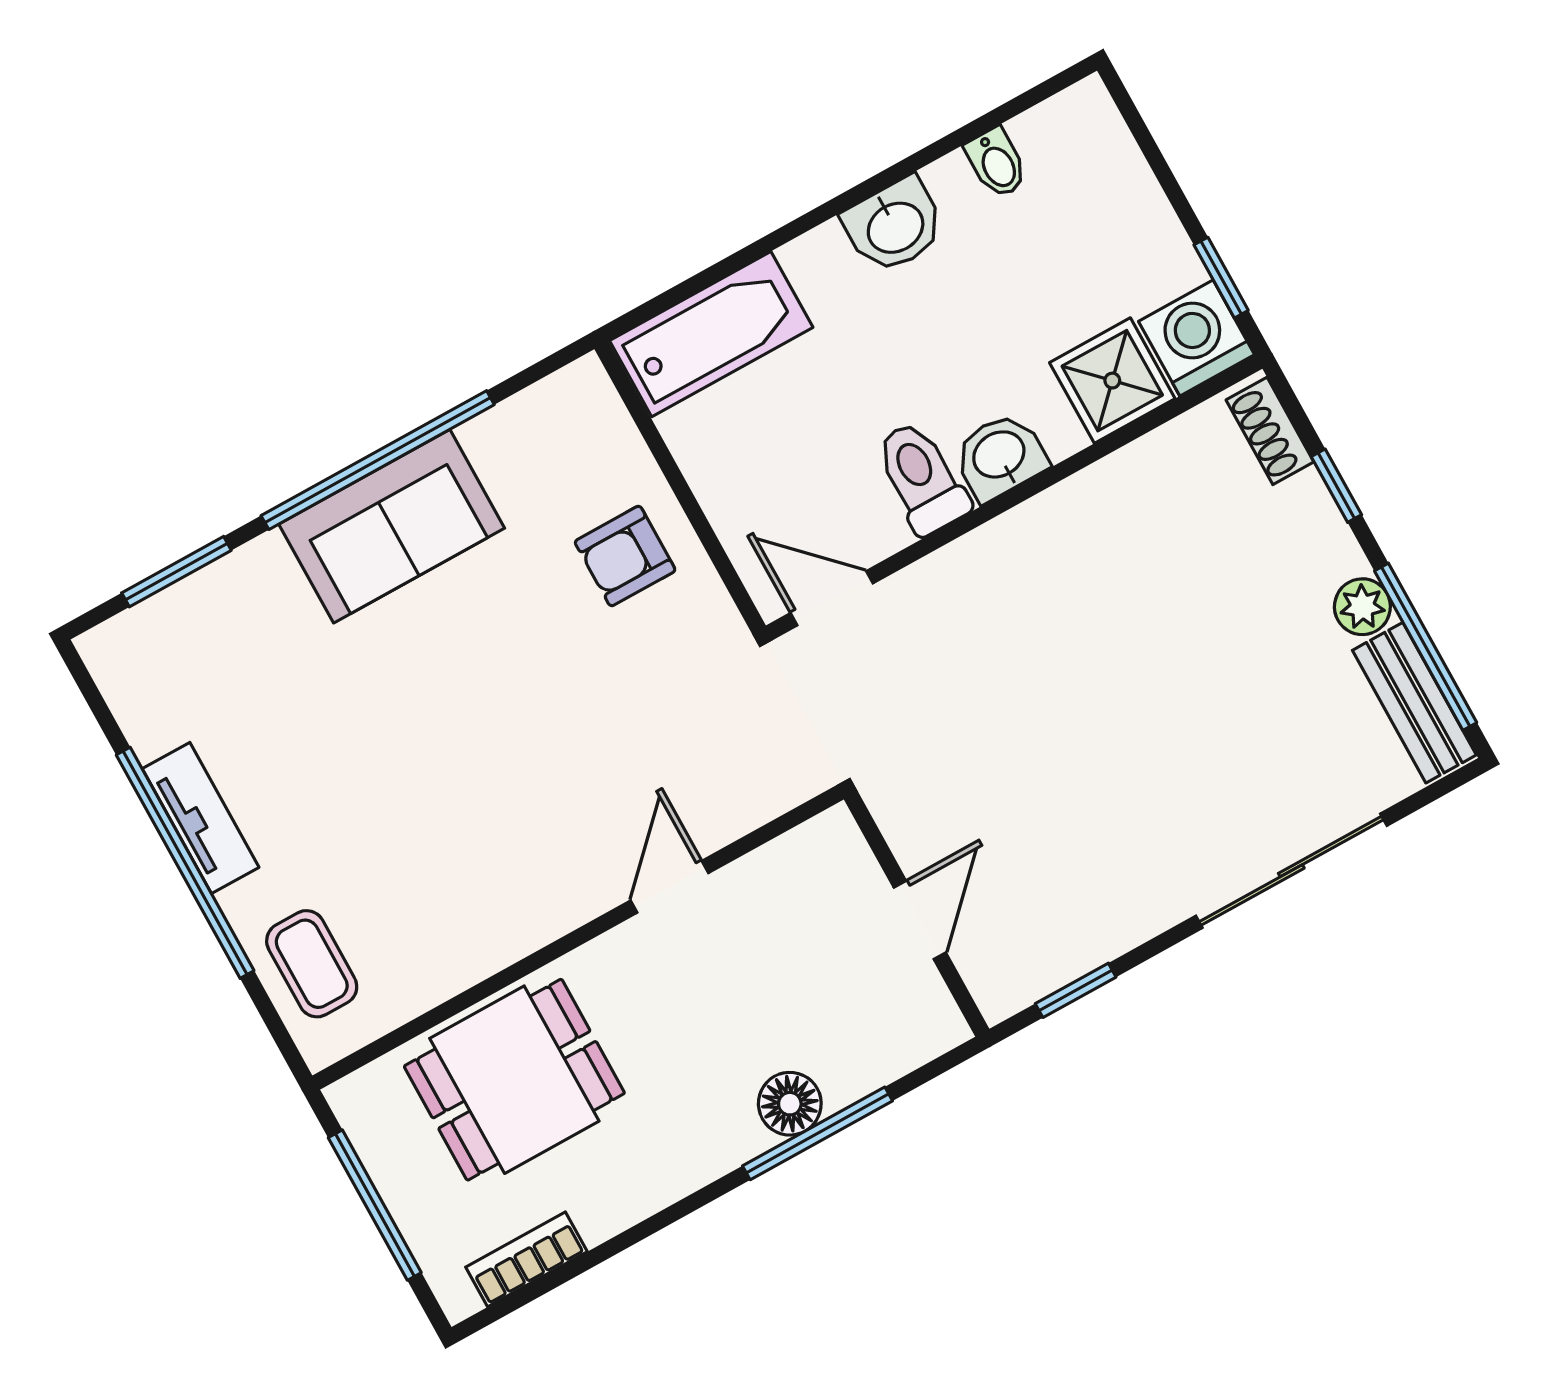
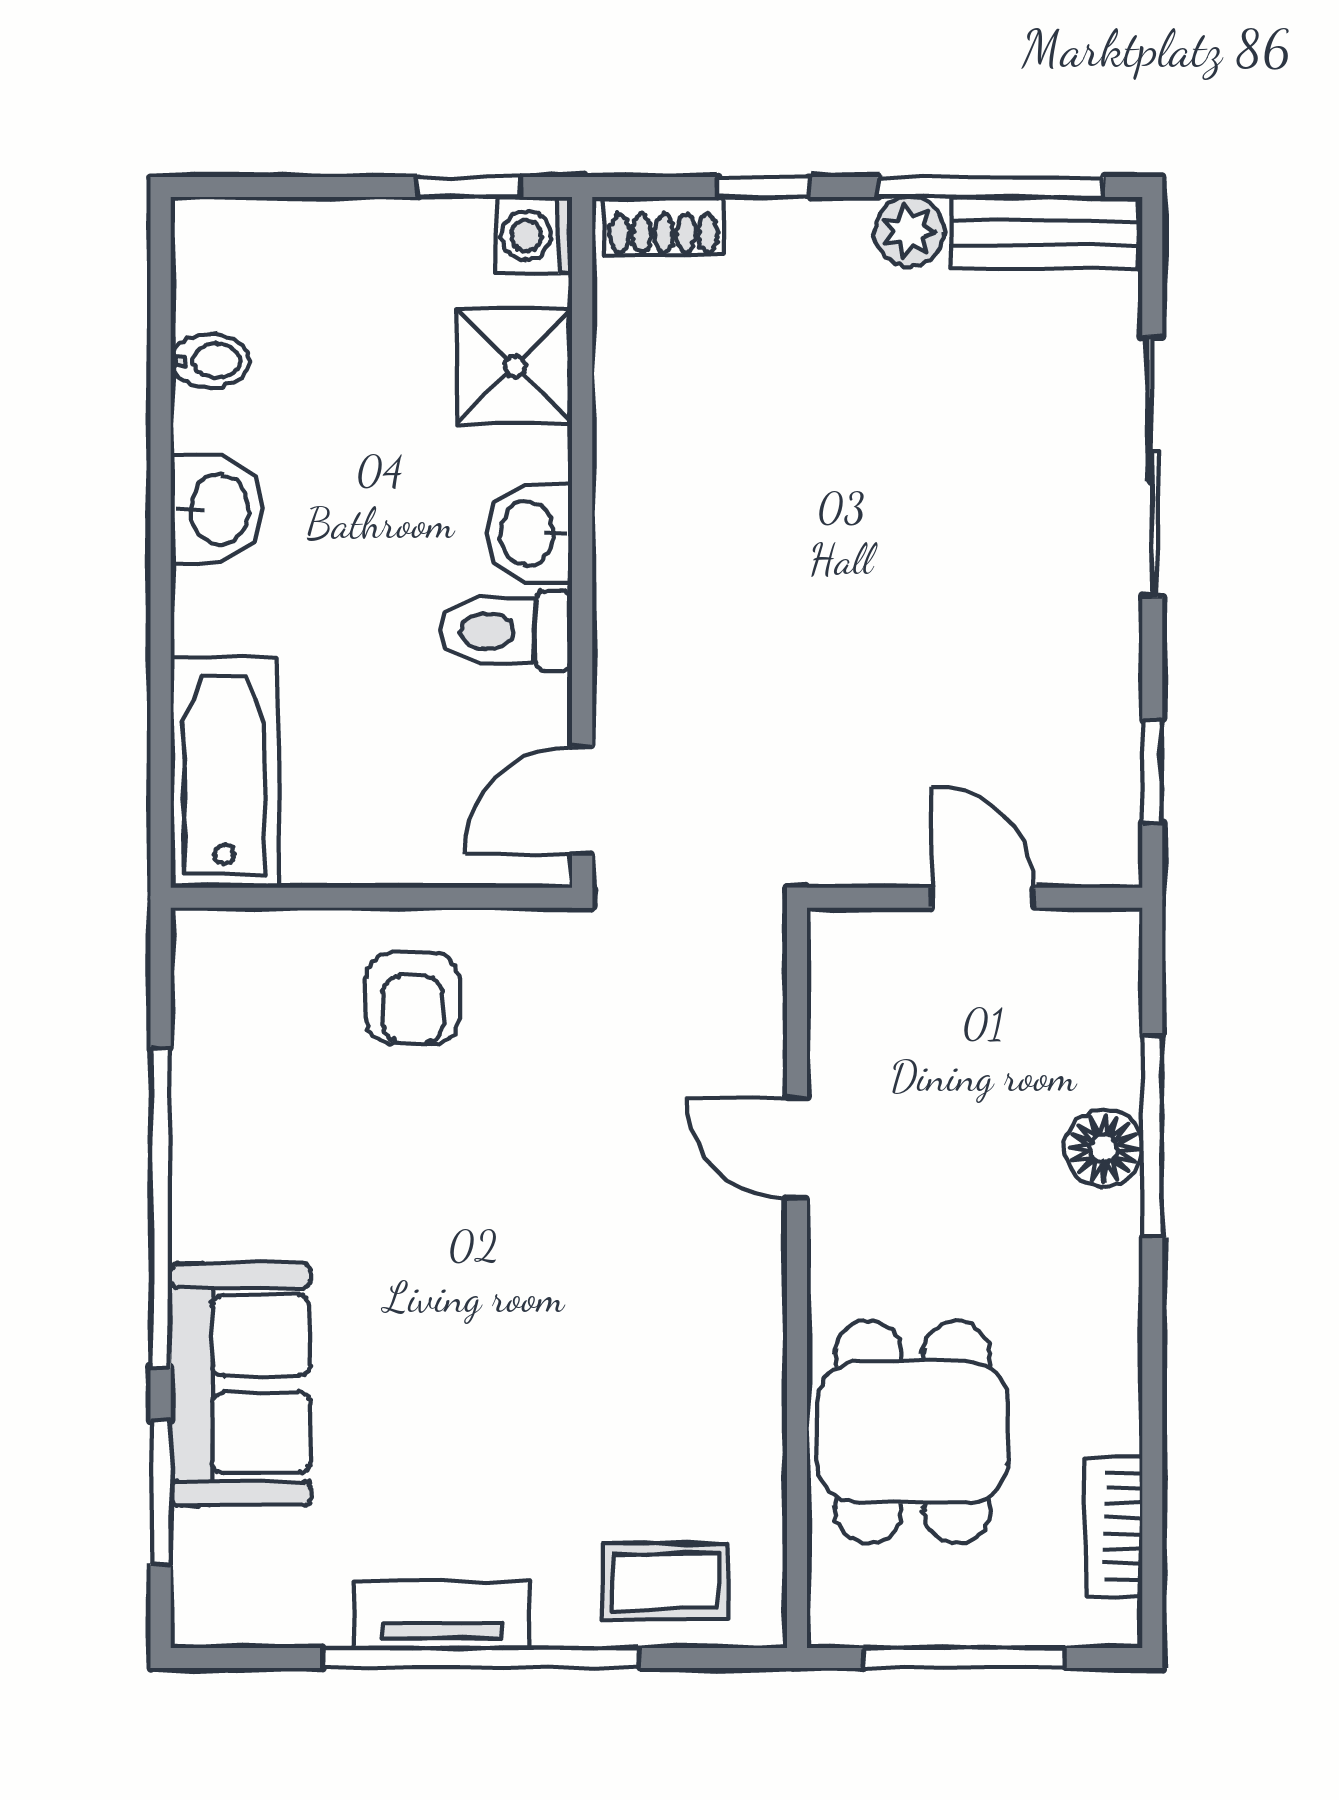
washing machine: (1196, 338) -> (534, 235), width x0.73, depth x0.73
sofa: (392, 526) -> (240, 1384), moved

